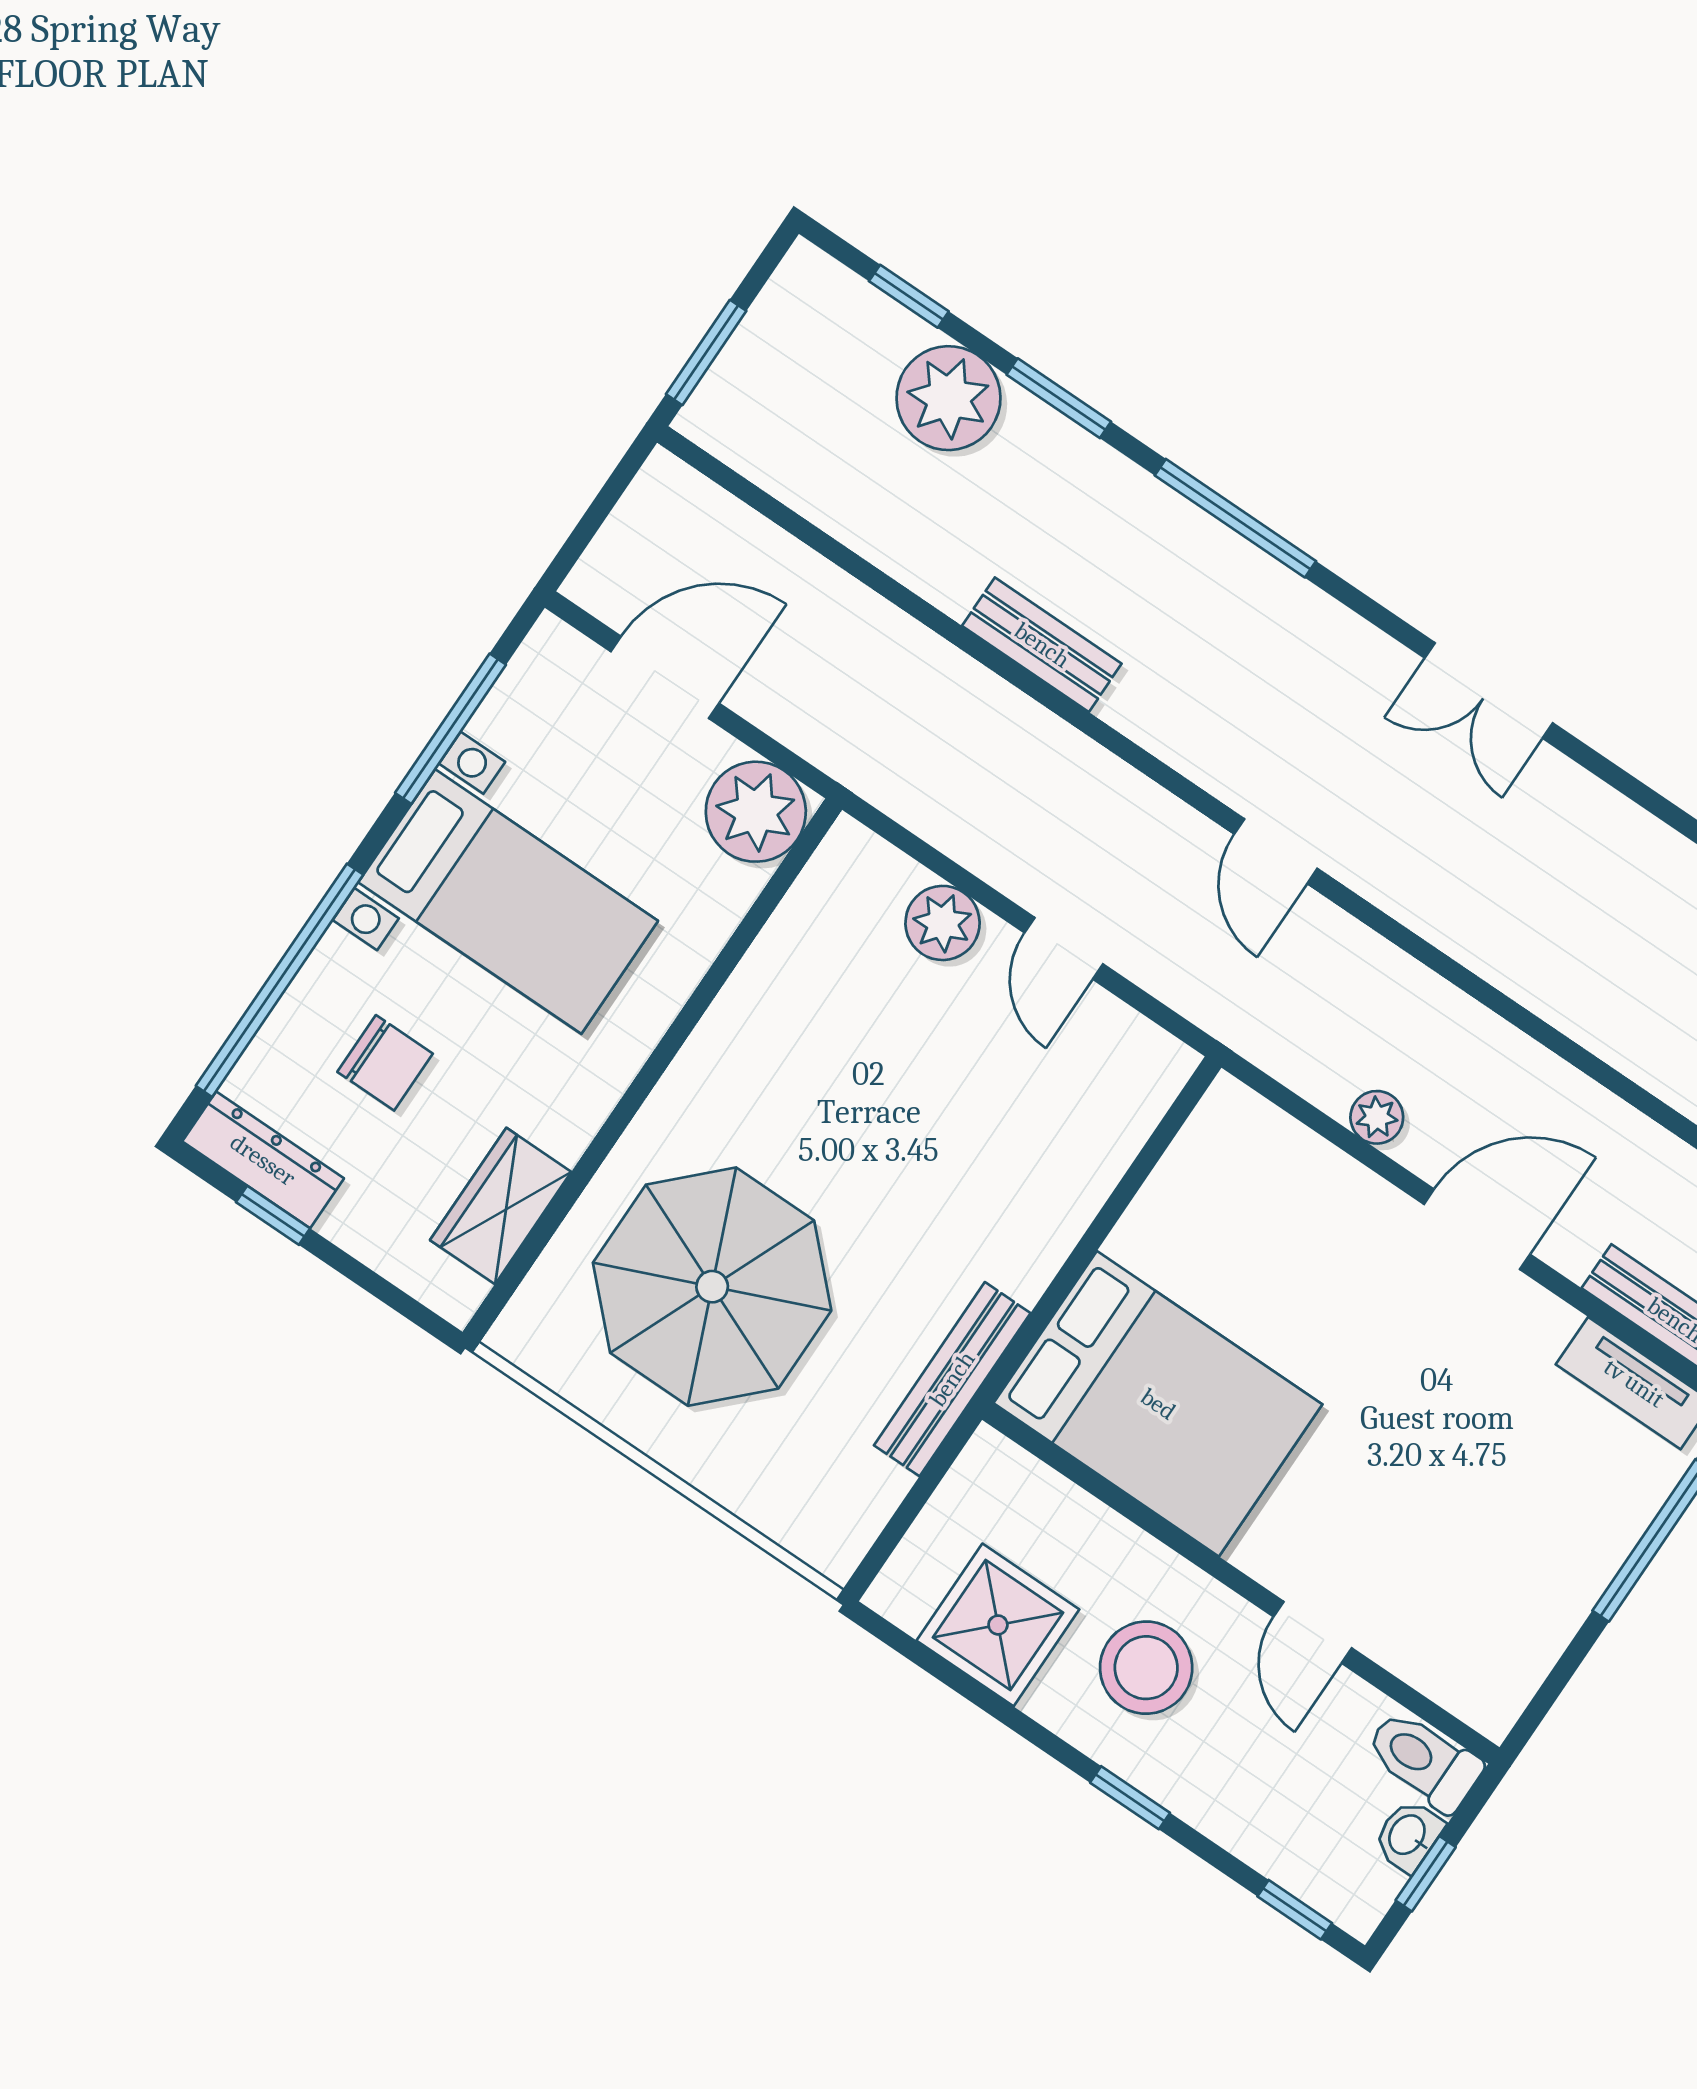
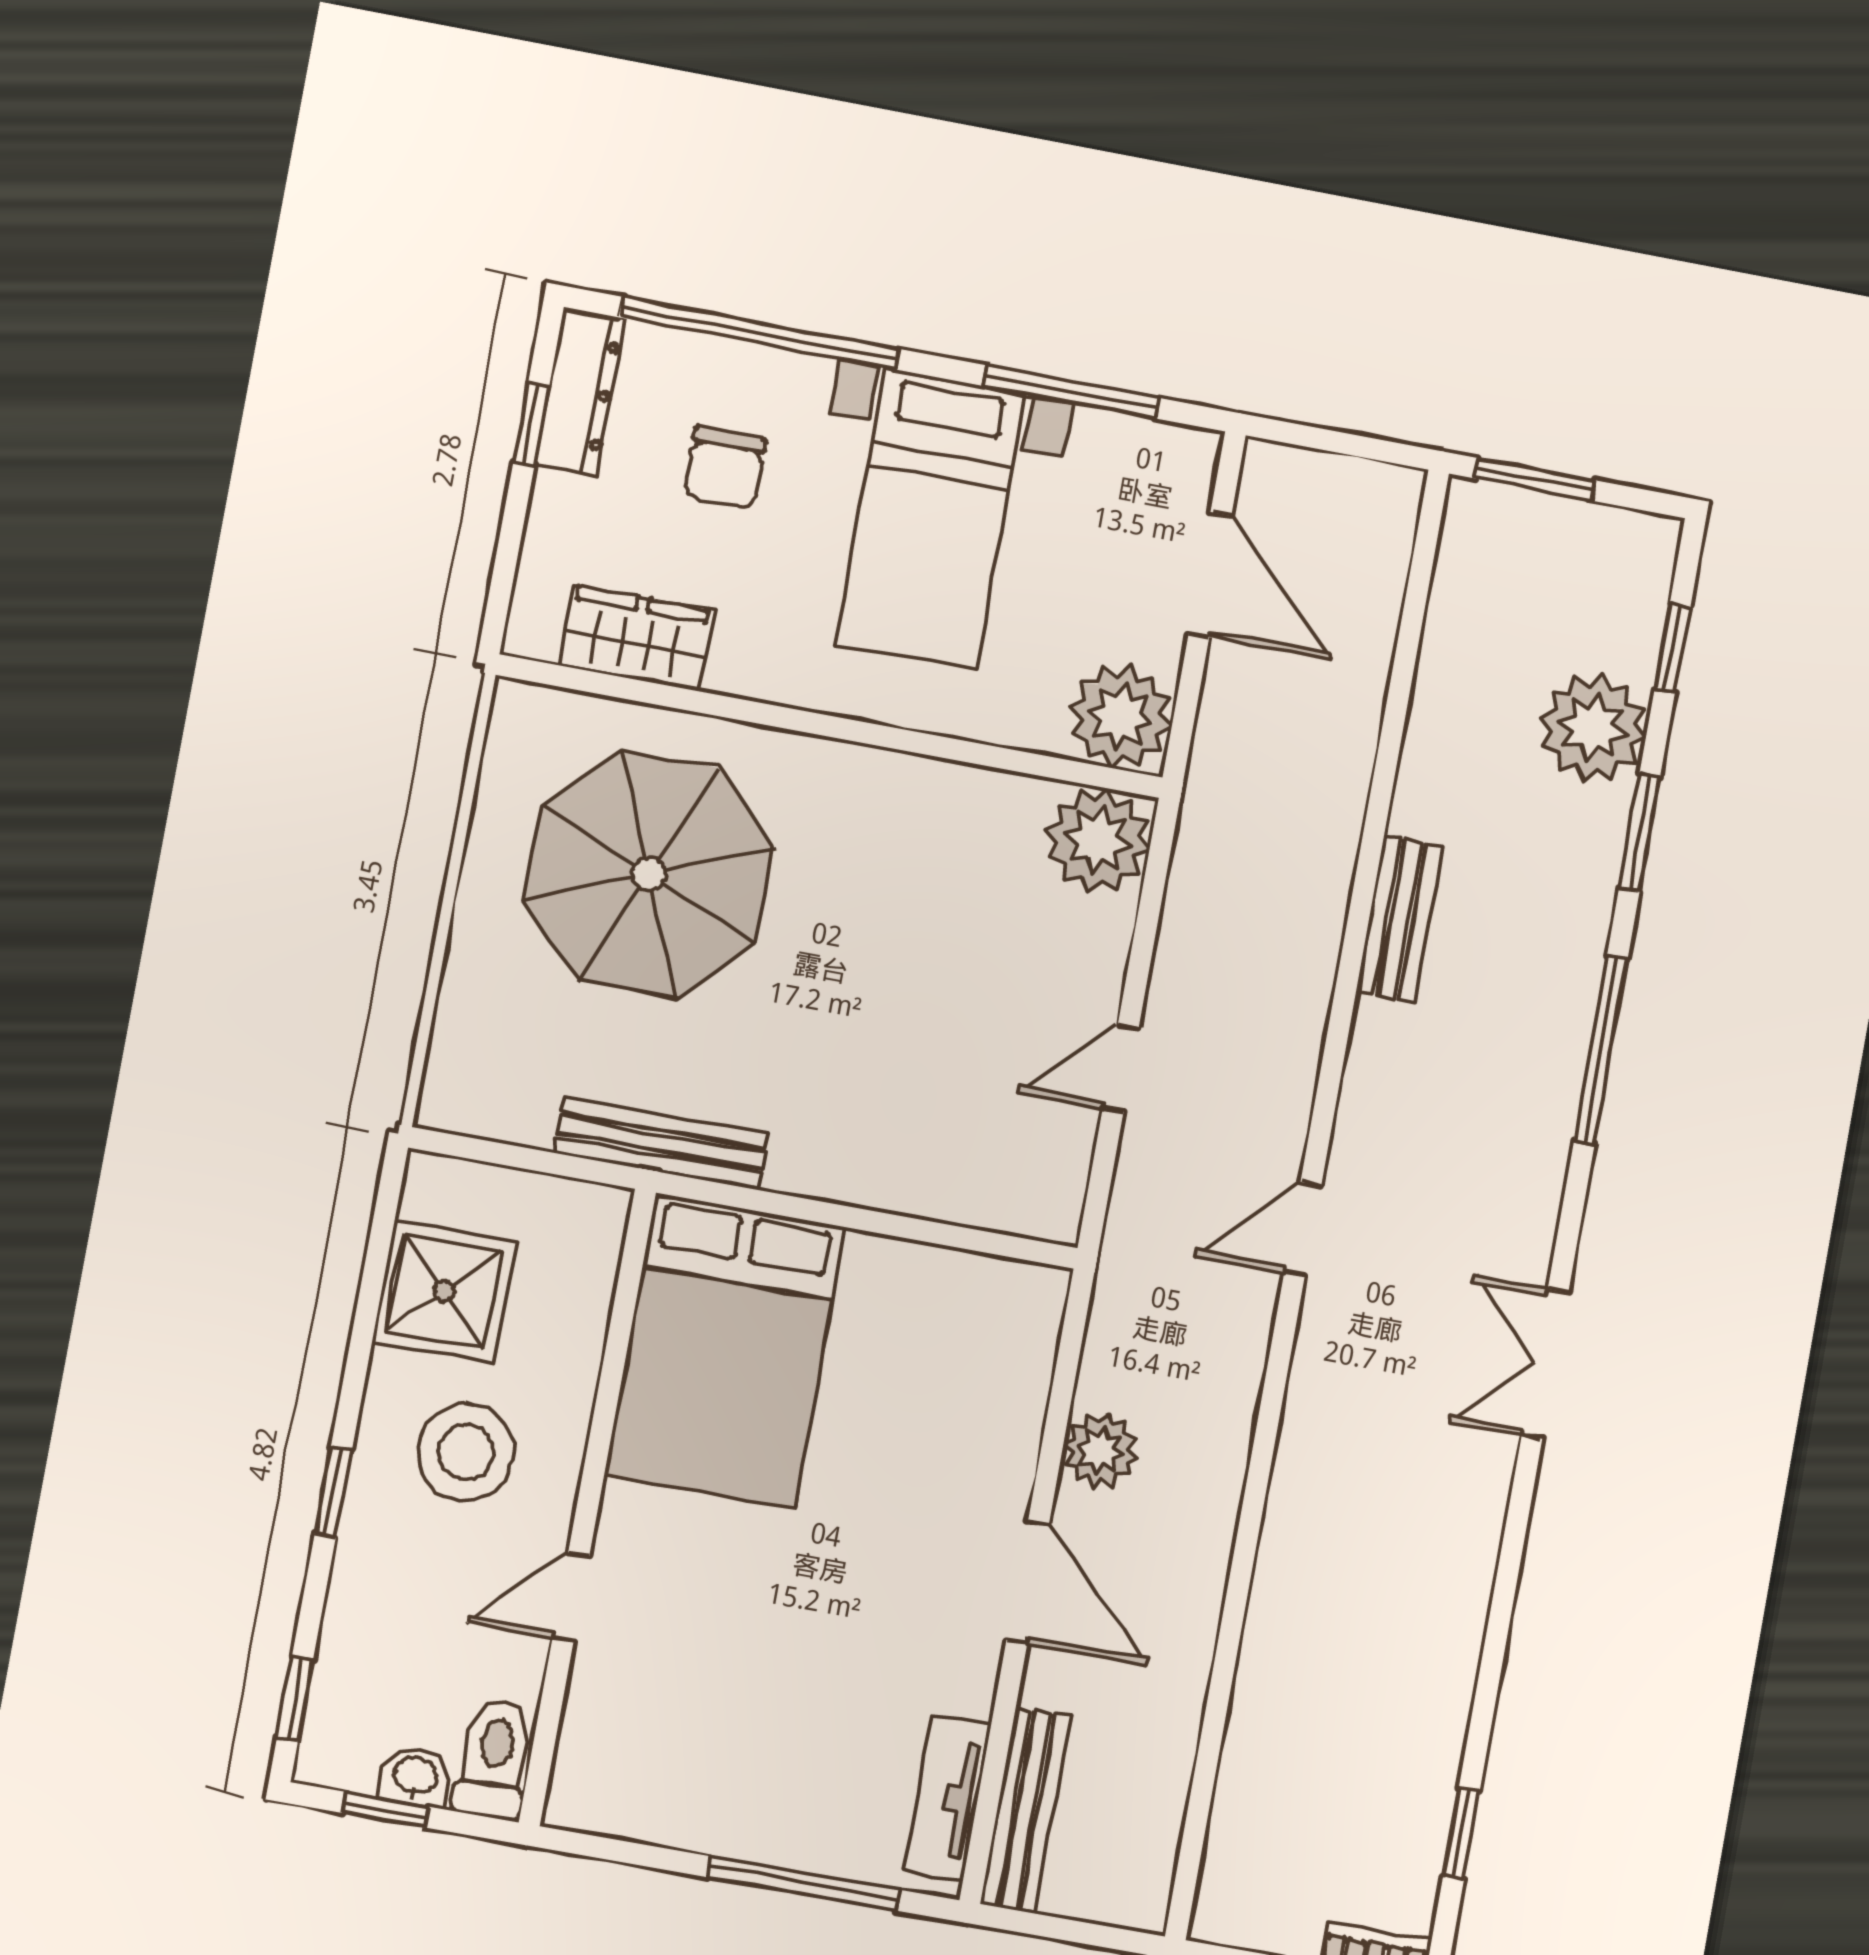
plant: (943, 923) -> (1098, 840), moved, width x1.36, depth x1.36
plant: (1377, 1117) -> (1100, 1450), width x1.38, depth x1.38

